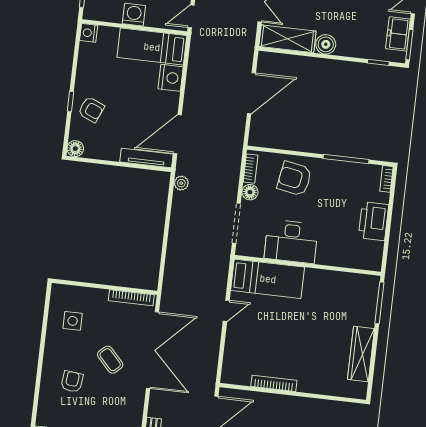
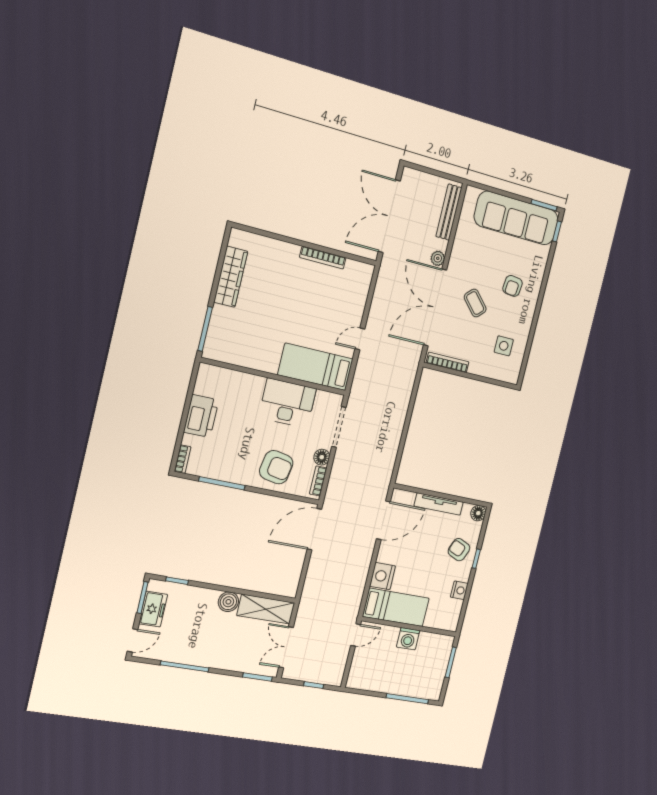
nightstand: (89, 33) -> (459, 590), moved
door: (251, 93) -> (314, 529), moved
tv unit: (146, 158) -> (439, 504), moved
plant: (181, 183) -> (438, 258), moved

